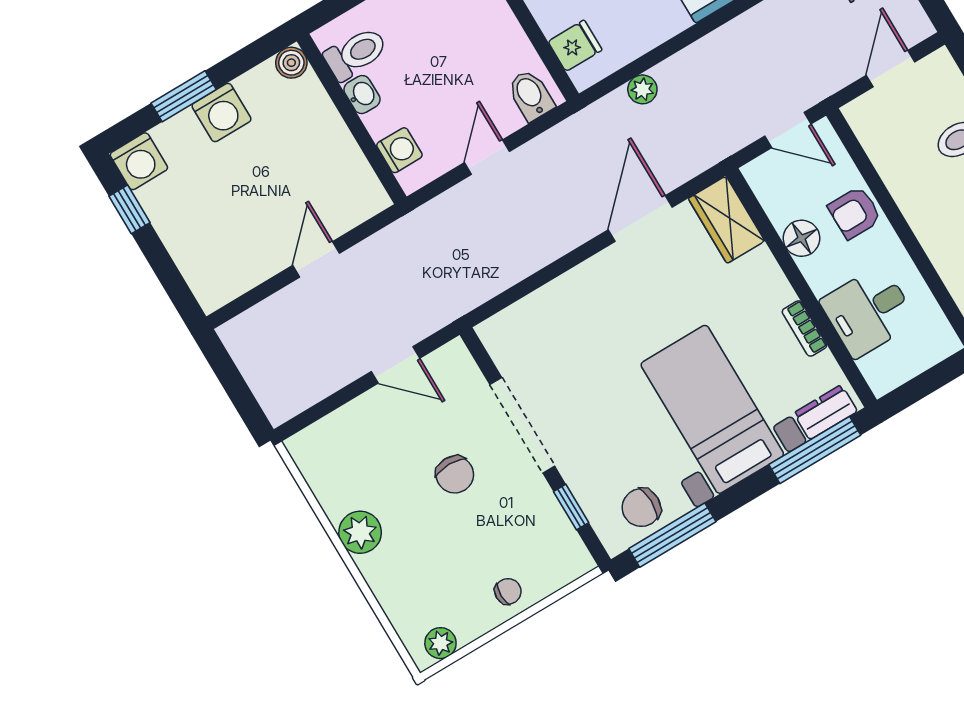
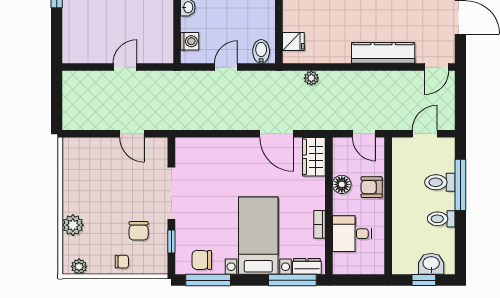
door: (640, 218) -> (277, 134), swing flipped
chair: (455, 475) -> (139, 231), moved
plant: (360, 532) -> (73, 225), moved

